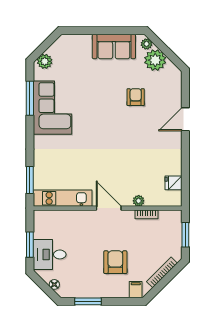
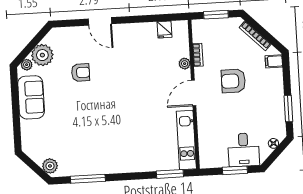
armchair: (136, 97) -> (81, 72), turned 180
corner sofa: (52, 108) -> (96, 155), removed
armchair: (115, 262) -> (233, 81), moved

